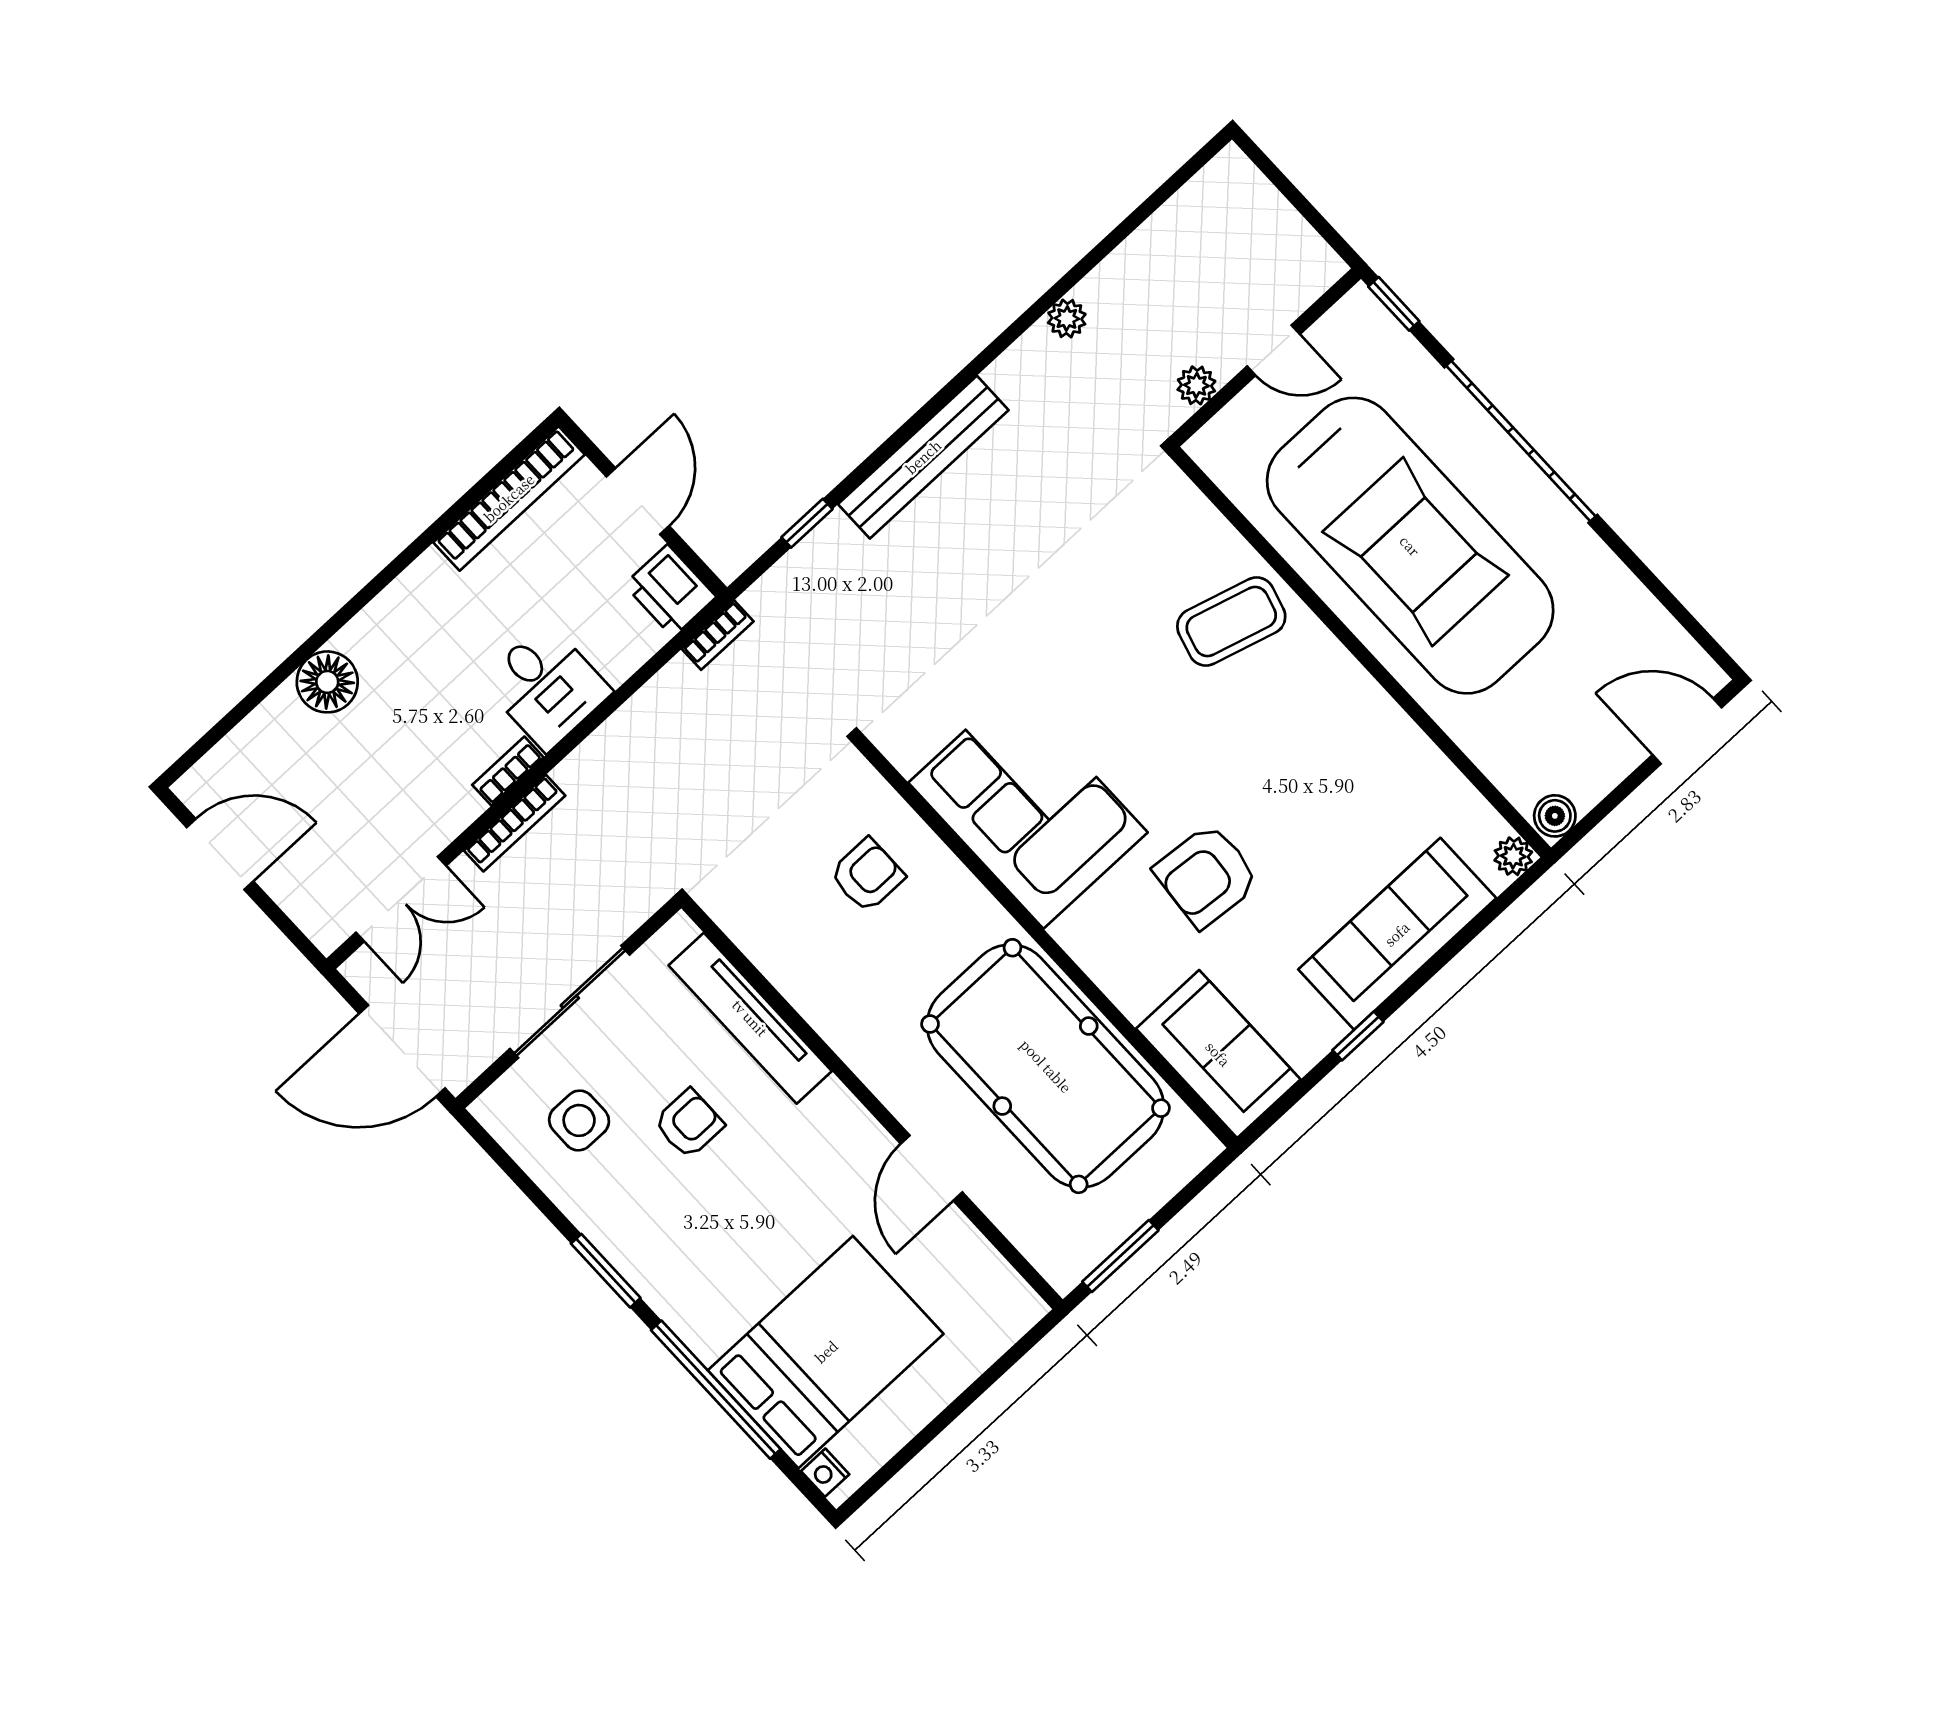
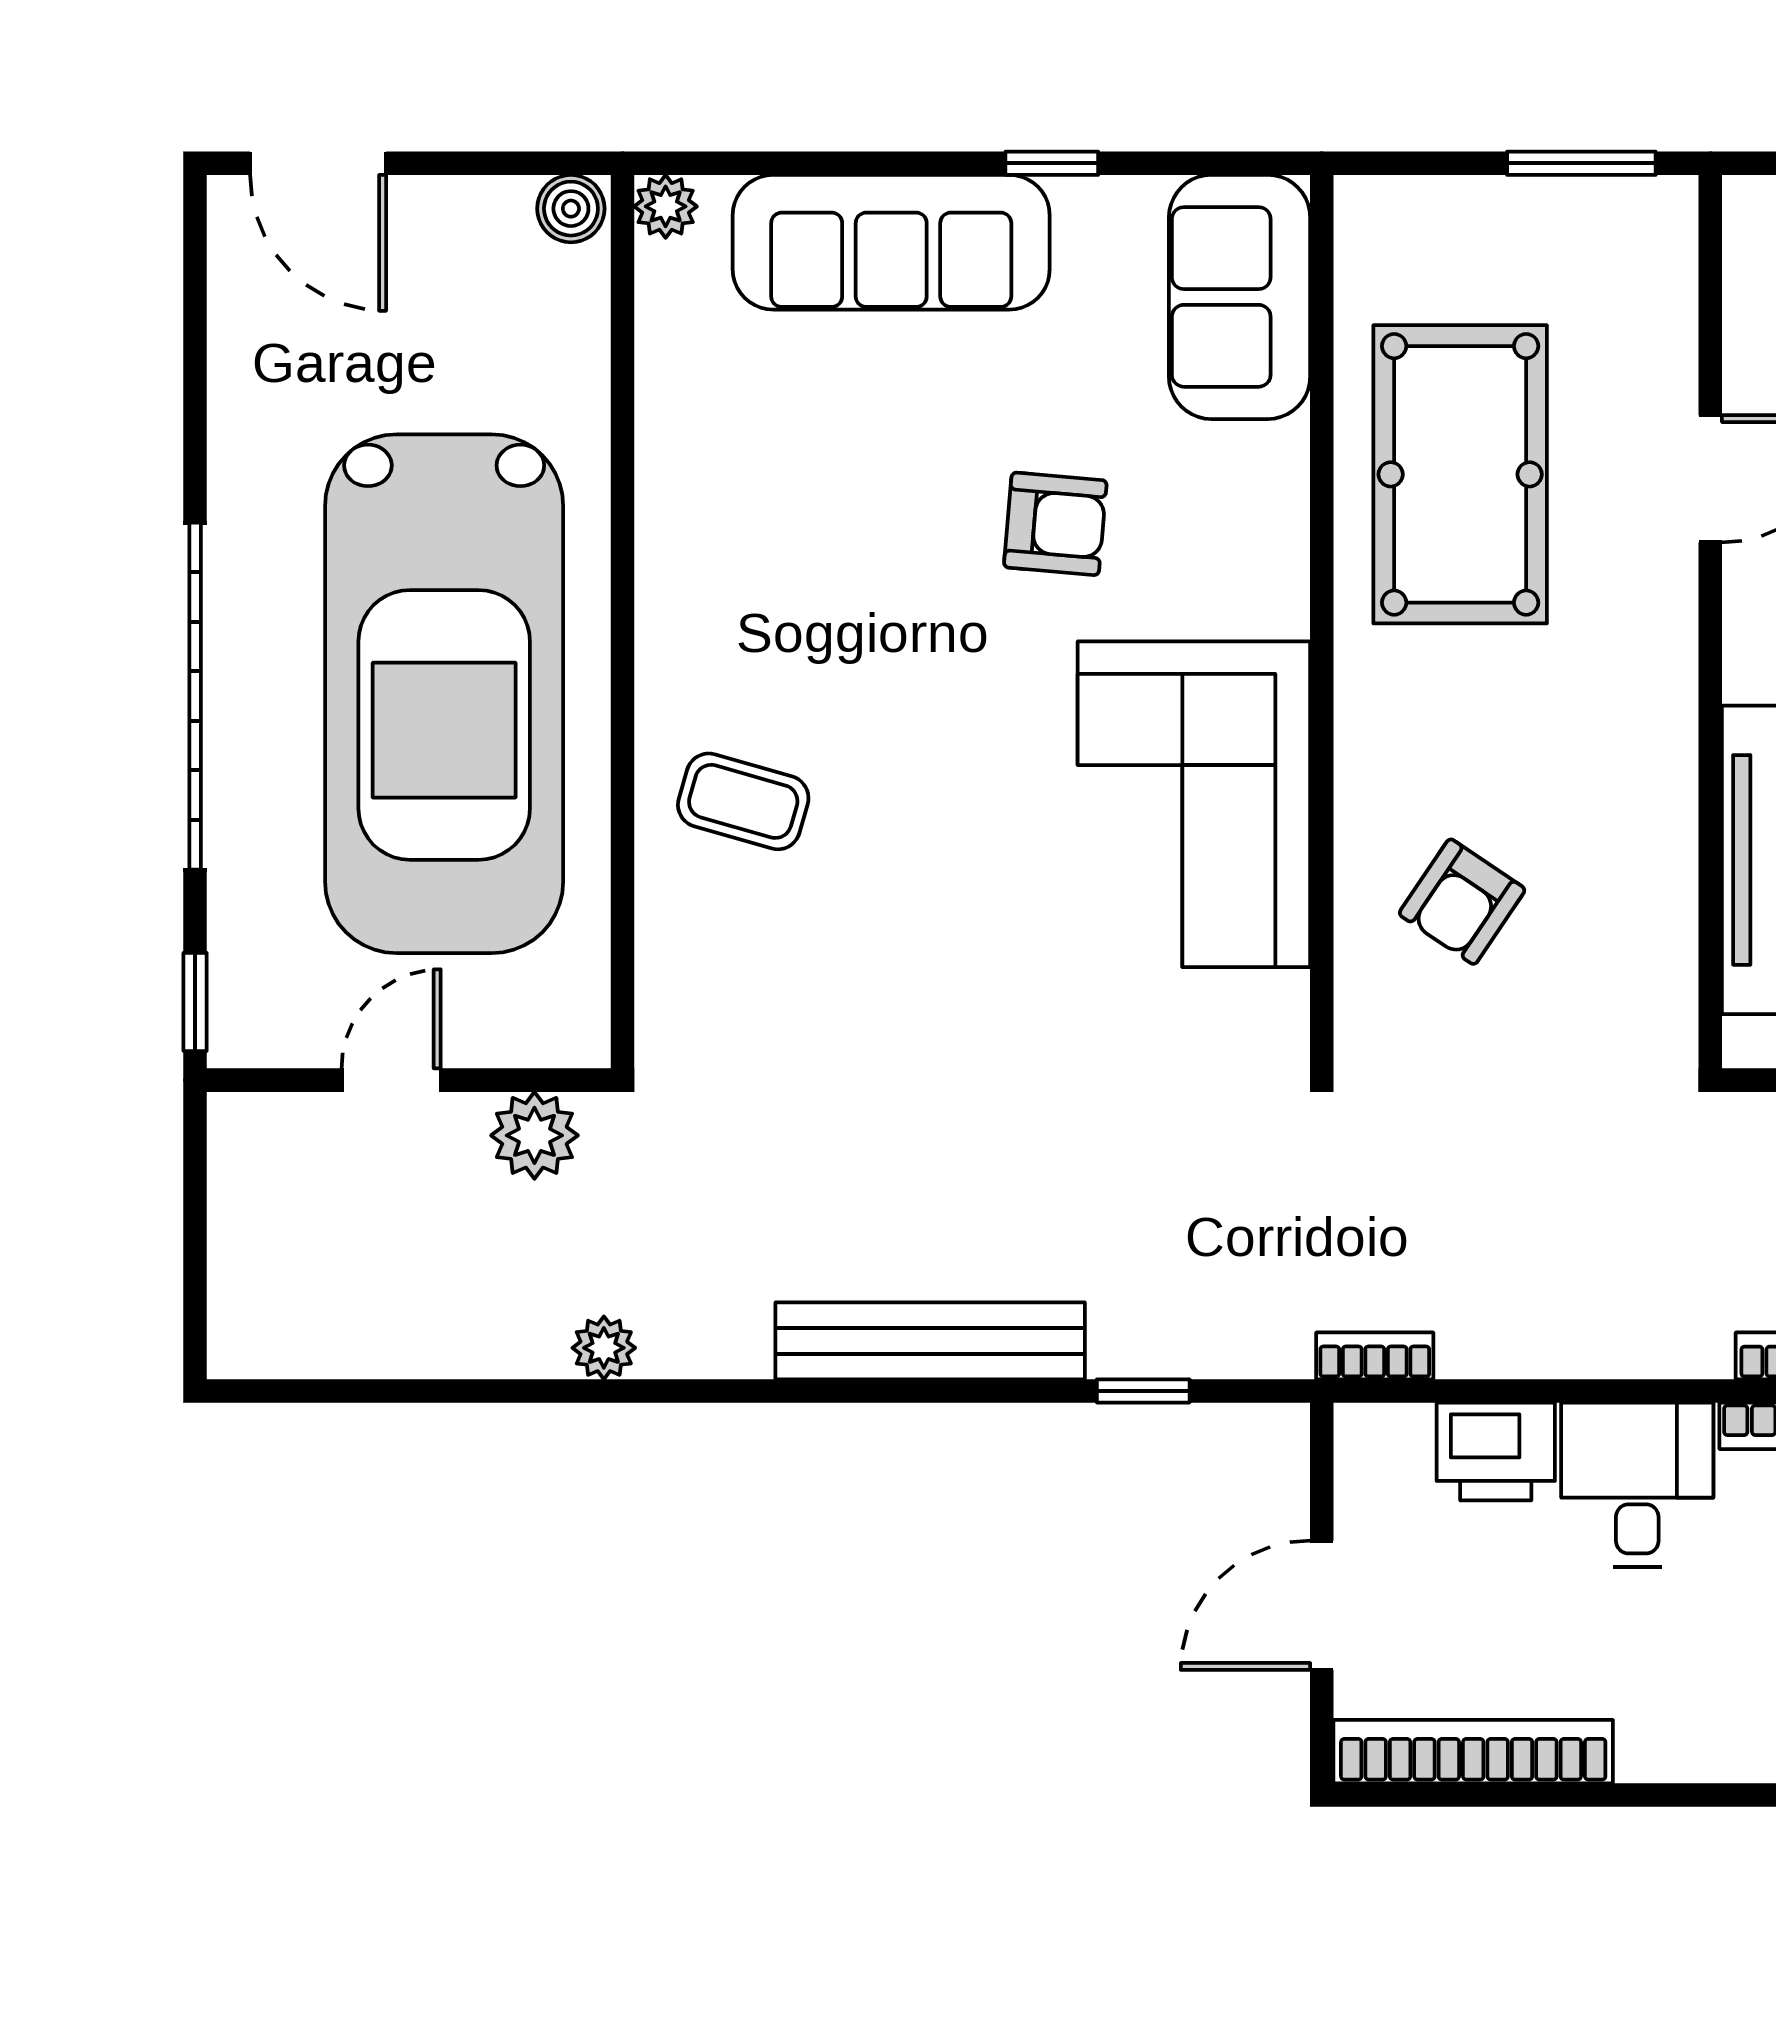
door: (1273, 350) -> (391, 1080), hinge flipped
plant: (1196, 385) -> (534, 1135), width x1.38, depth x1.38
car: (1410, 546) -> (444, 694), turned 180
printer: (670, 591) -> (1496, 1452), moved, turned 90
coffee table: (1231, 622) -> (743, 801), width x0.73, depth x0.77
armchair: (867, 875) -> (1462, 902), turned -56
armchair: (1207, 876) -> (1055, 524), width x0.72, depth x0.72
pool table: (1046, 1066) -> (1460, 474), width x0.73, depth x0.76

